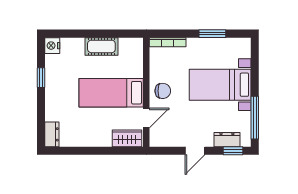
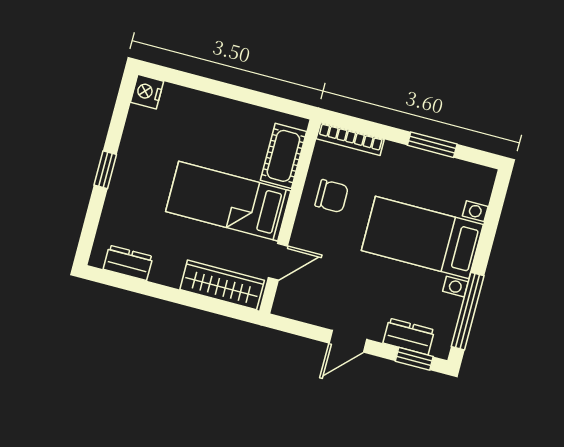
cot: (101, 46) -> (283, 156), moved, turned 90
window: (41, 78) -> (105, 170), moved
chair: (163, 91) -> (332, 196), moved
dresser: (52, 134) -> (128, 263), moved, turned -90
wardrobe: (127, 138) -> (222, 285), width x1.50

